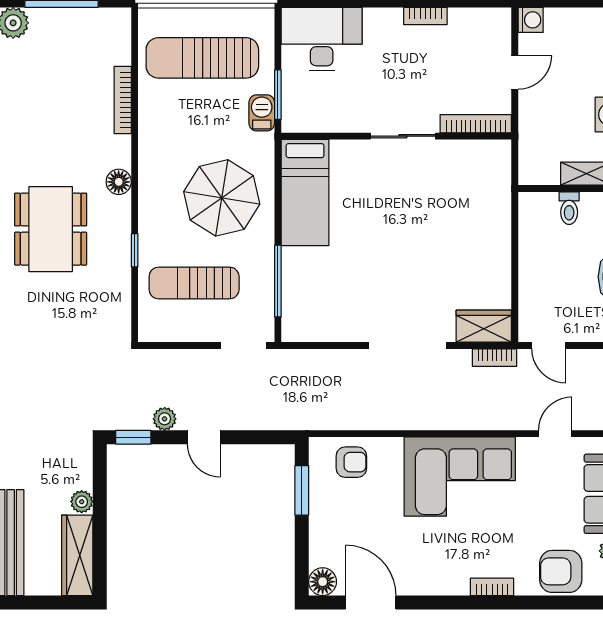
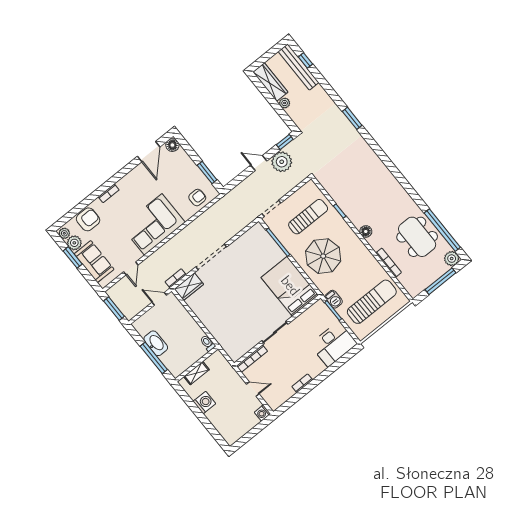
door: (515, 72) -> (253, 389), swing flipped
bed: (305, 193) -> (290, 286), width x1.50
toilet: (569, 208) -> (208, 343), moved
dining table: (51, 229) -> (417, 237), moved
plant: (165, 419) -> (282, 162), width x1.87, depth x1.87
armchair: (351, 462) -> (197, 198), turned 180
door: (371, 602) -> (149, 152), hinge flipped

